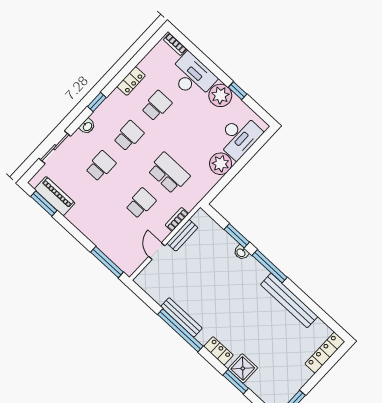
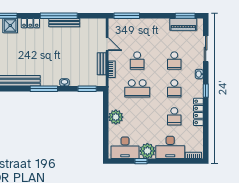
locker: (131, 81) -> (198, 112), width x1.53
desk: (239, 136) -> (125, 148), moved, turned -90
window: (237, 236) -> (87, 89), moved

